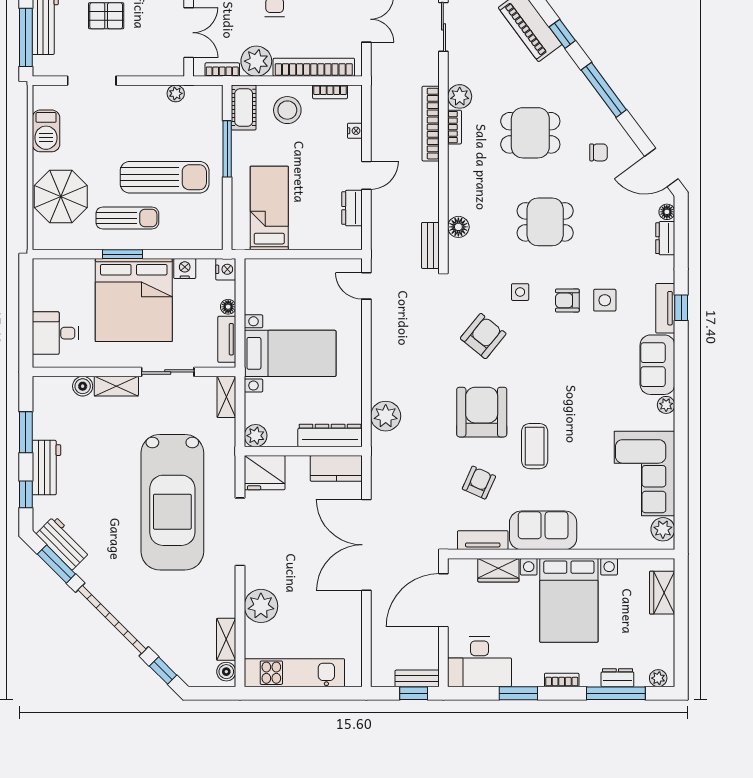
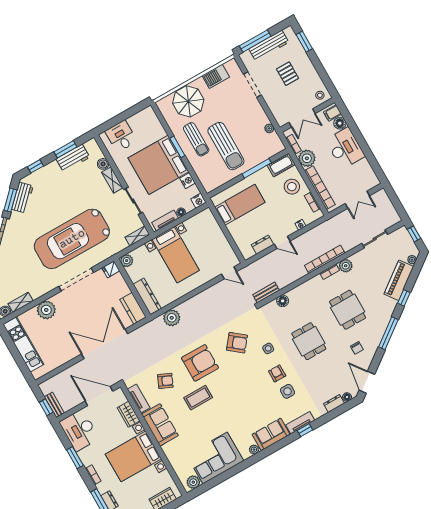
door: (366, 286) -> (229, 273), swing flipped
workbench: (46, 468) -> (73, 158), moved
fridge: (265, 473) -> (111, 269), width x0.53, depth x0.75

